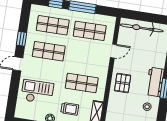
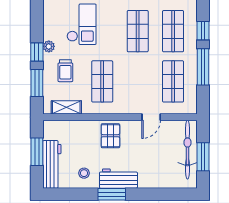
window: (148, 17) -> (203, 157), added
door: (113, 51) -> (151, 117), hinge flipped
pallet: (123, 83) -> (110, 136), turned 90

